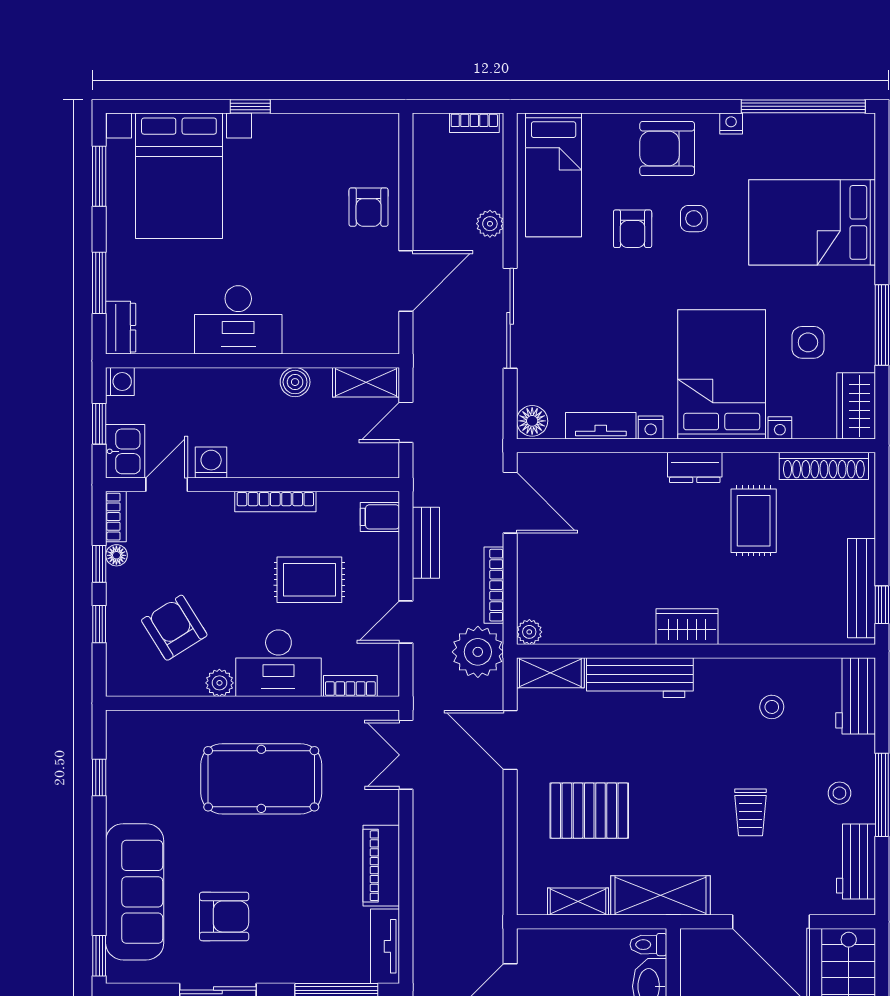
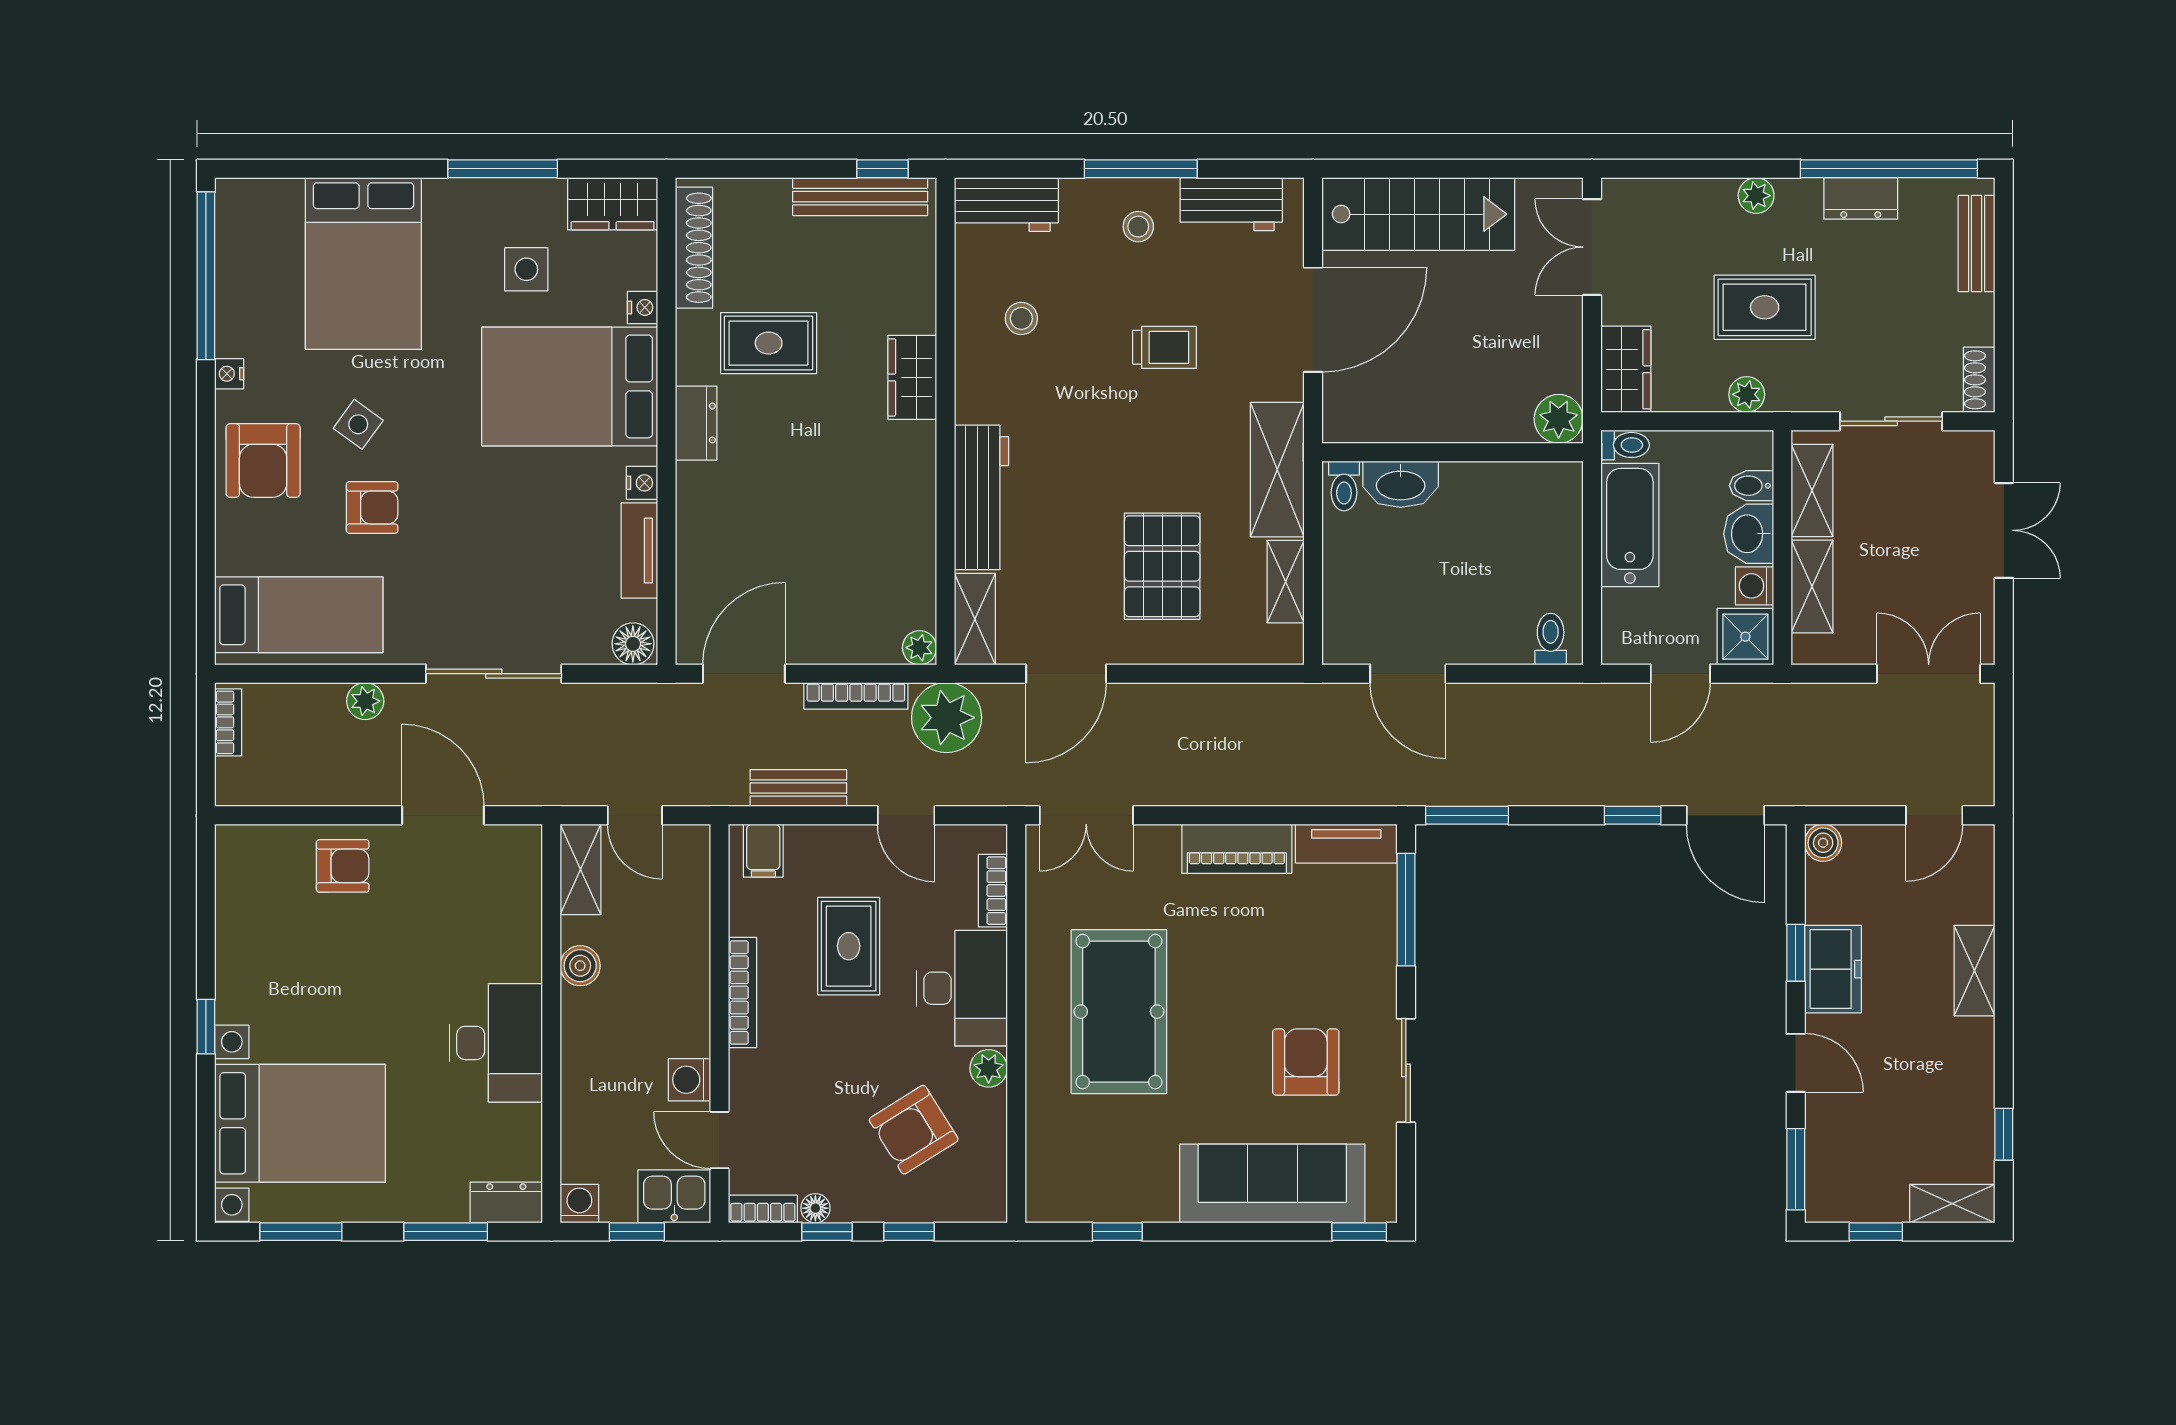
side table: (694, 219) -> (358, 424), turned 36
wardrobe: (687, 627) -> (912, 377), moved

